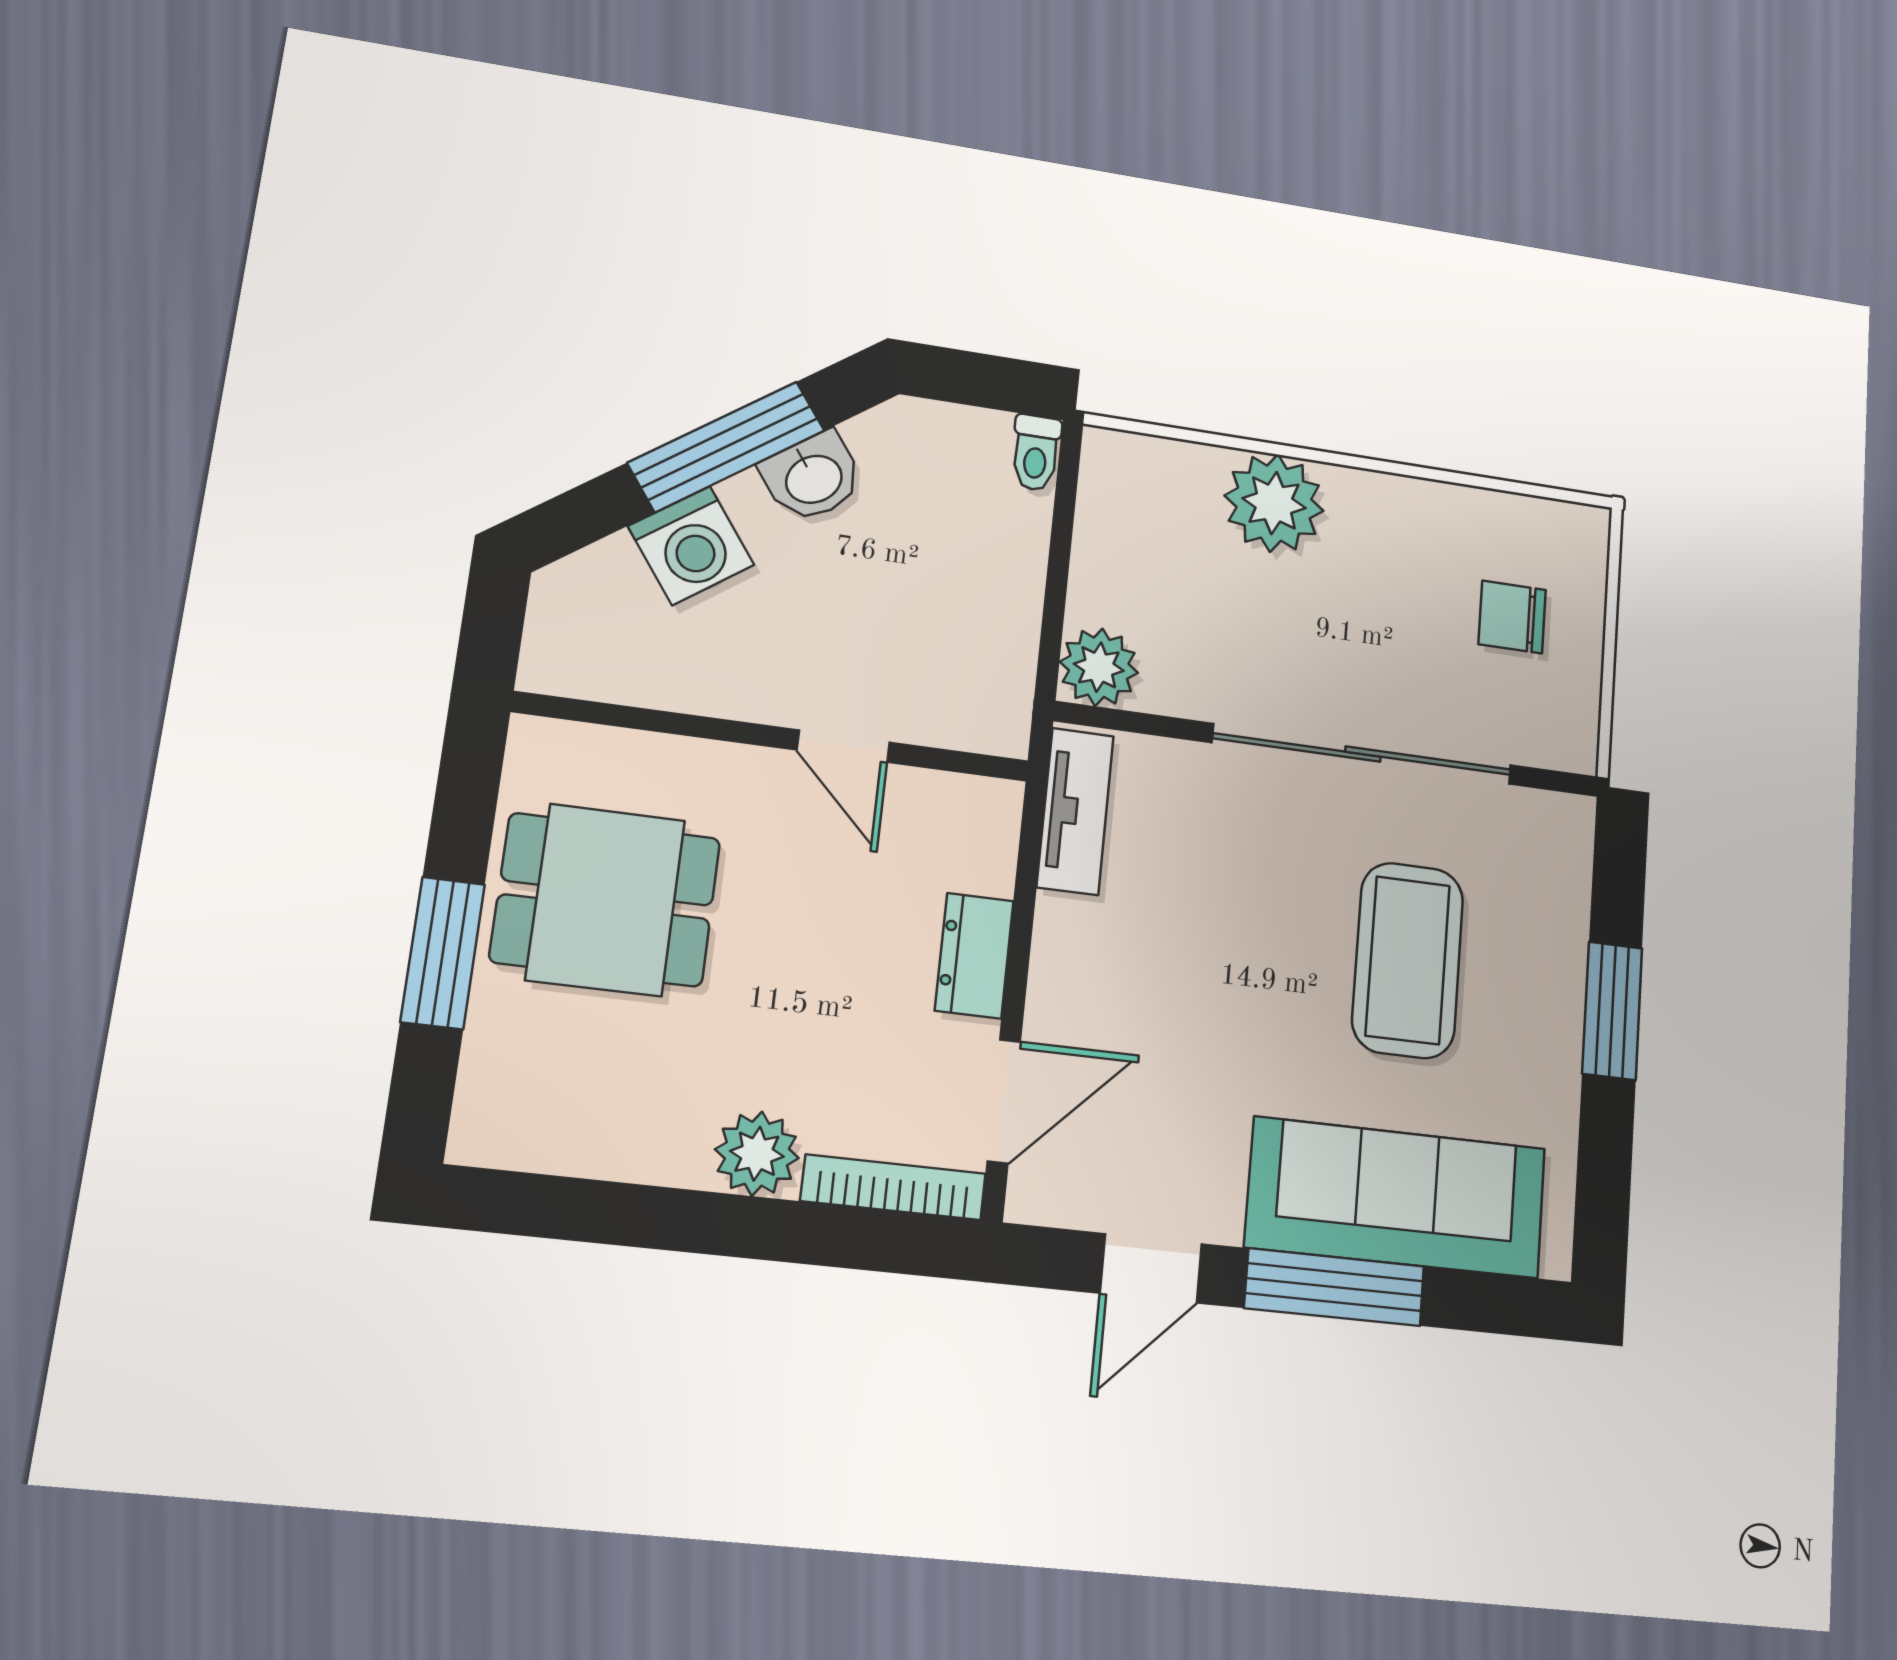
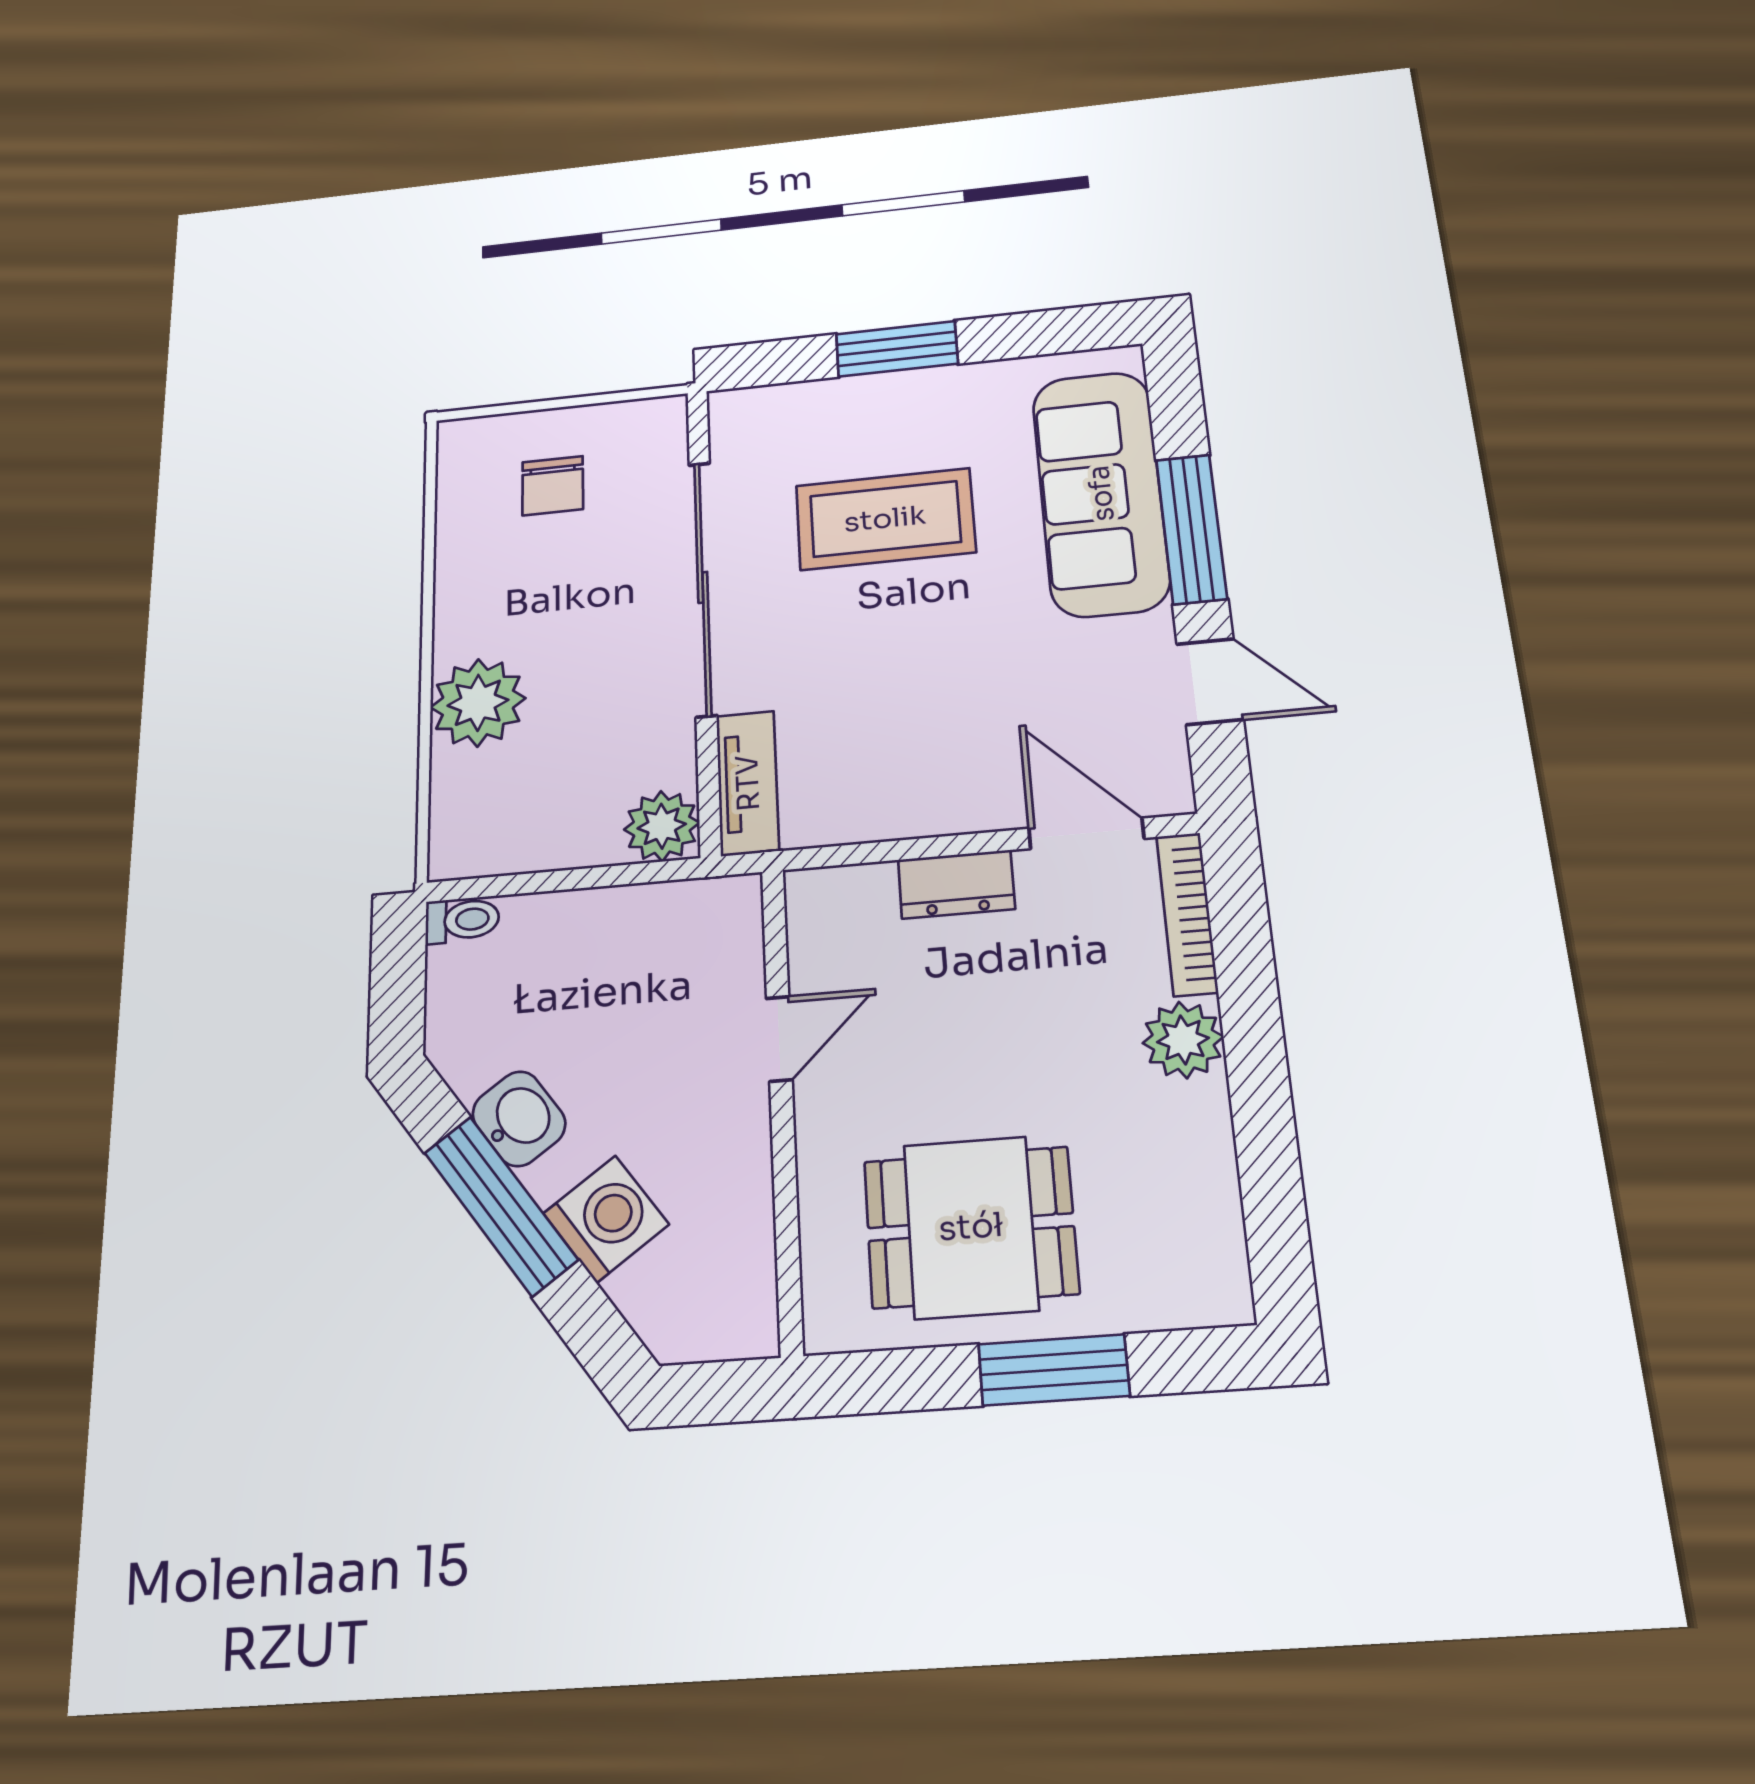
tv unit: (1075, 811) -> (748, 783), moved, turned 90
dining table: (606, 900) -> (971, 1227), turned 90

